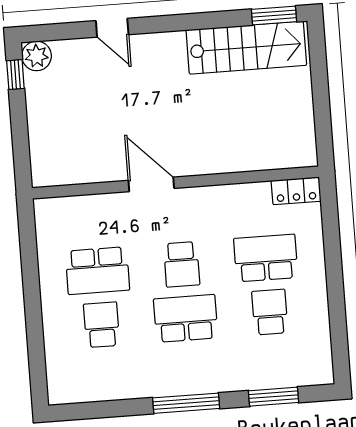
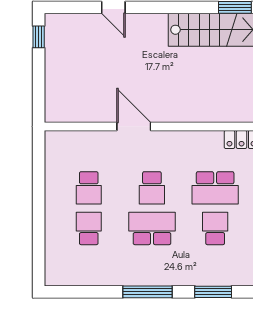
plant: (37, 56) -> (55, 24), removed
school desk: (266, 258) -> (215, 188), turned 180
school desk: (97, 271) -> (89, 188), width x0.54

